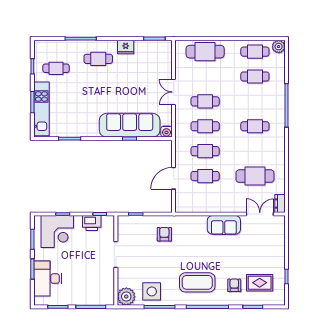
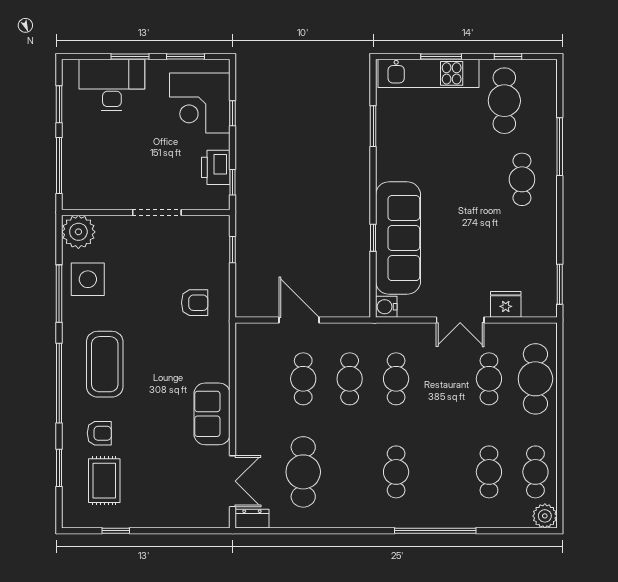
fridge: (126, 47) -> (506, 304), moved, turned 90
cafe table: (56, 68) -> (504, 101), width x1.37, depth x1.35
double door: (174, 92) -> (460, 320), swing flipped
cafe table: (205, 101) -> (489, 379), moved

